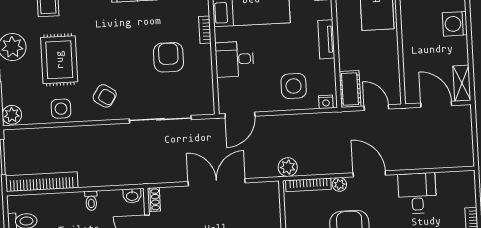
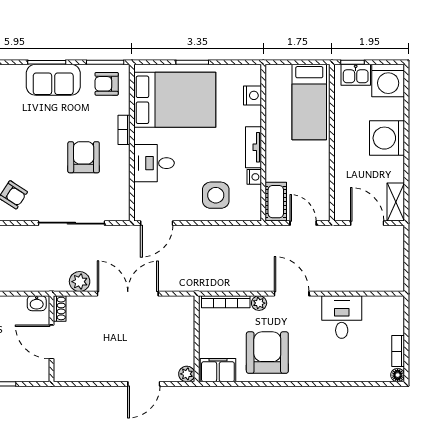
washing machine: (455, 24) -> (387, 138), width x1.37, depth x1.37
nightstand: (326, 102) -> (254, 177), moved, turned -90
plant: (288, 167) -> (80, 282), moved

